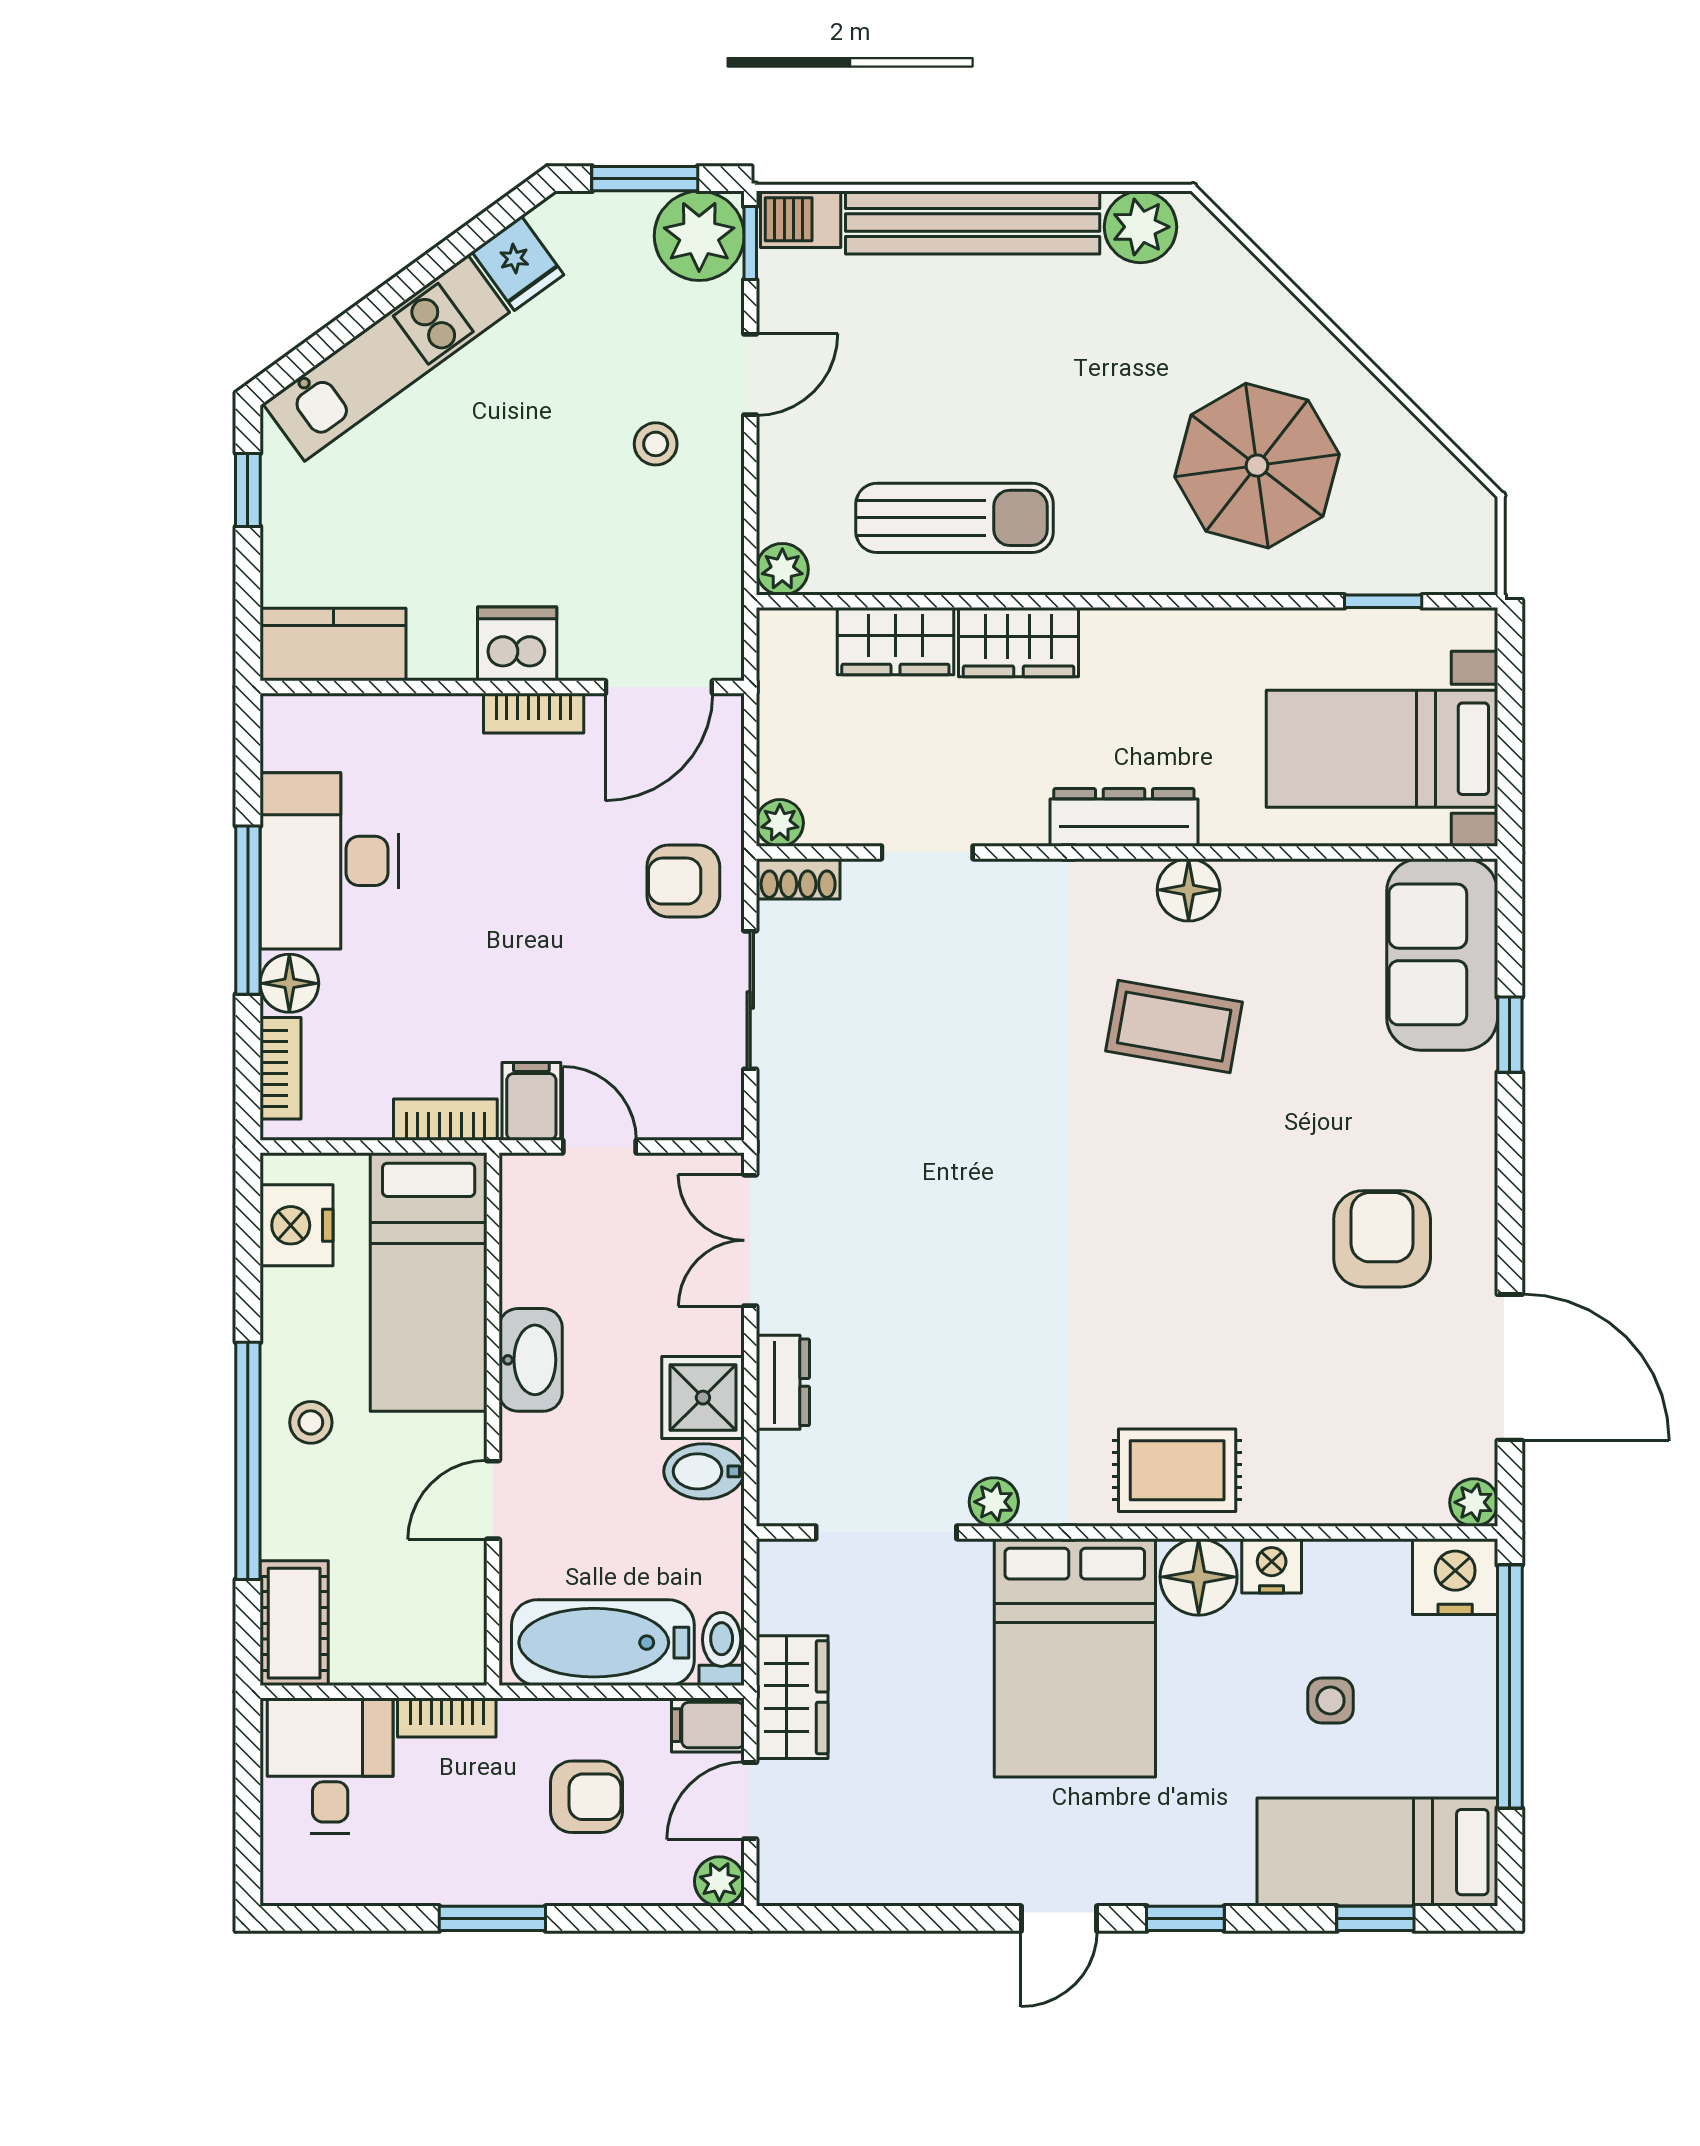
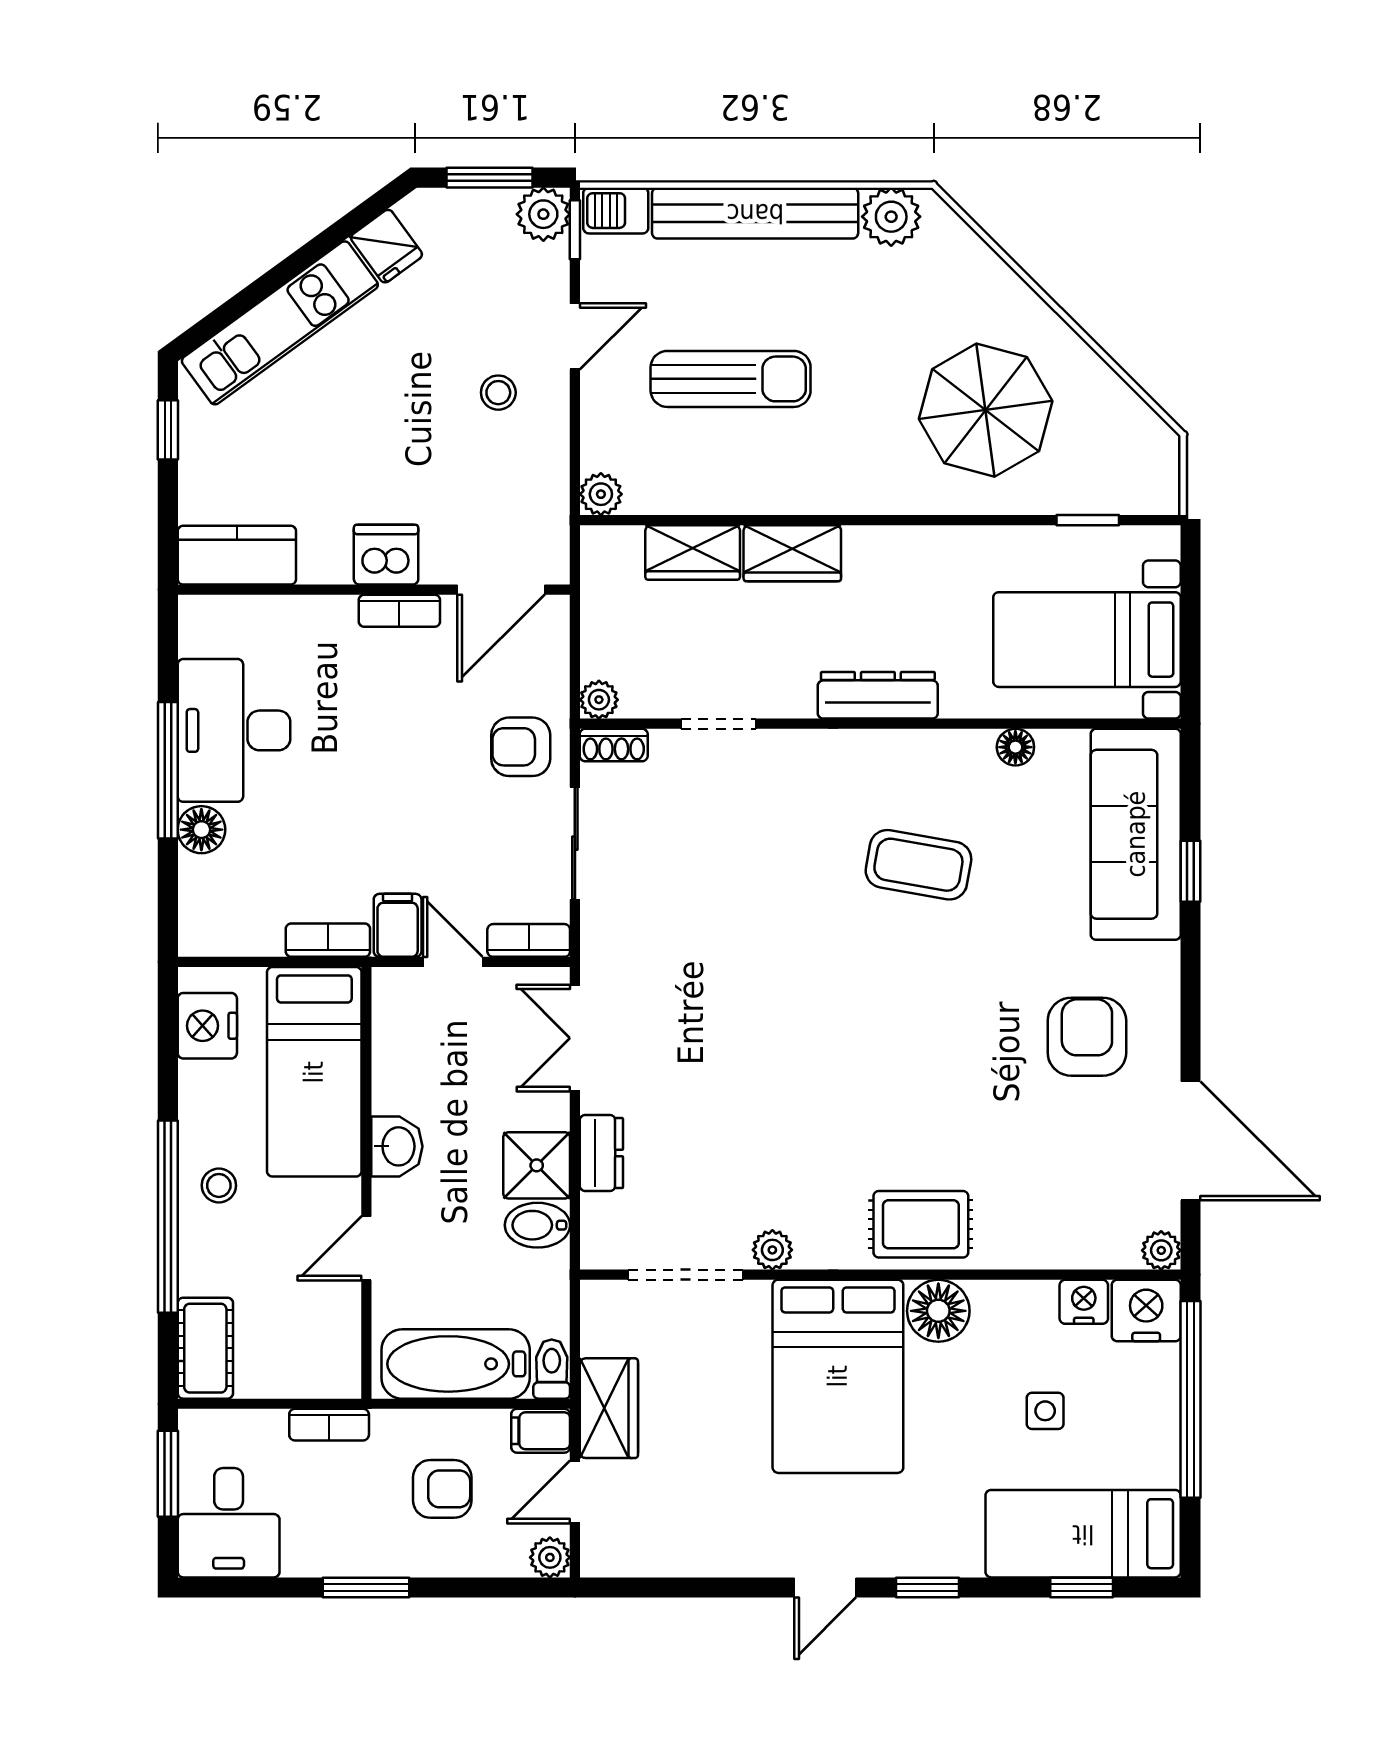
plant: (699, 236) -> (543, 214), width x0.73, depth x0.73
sun lounger: (955, 518) -> (731, 379), moved
floor lamp: (1189, 890) -> (1015, 747), moved, width x0.73, depth x0.73
sofa: (1442, 954) -> (1136, 834), width x1.36
bookcase: (281, 1068) -> (529, 940), moved, turned -90
washbasin: (531, 1360) -> (397, 1146), width x0.72
nightstand: (1272, 1566) -> (1084, 1302), moved
desk: (330, 1765) -> (229, 1523), moved, turned 180
window: (248, 1778) -> (168, 1474), added

